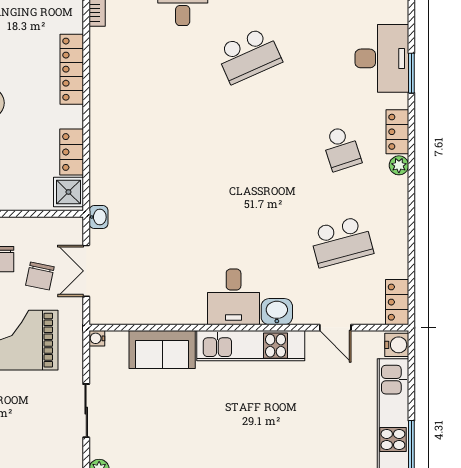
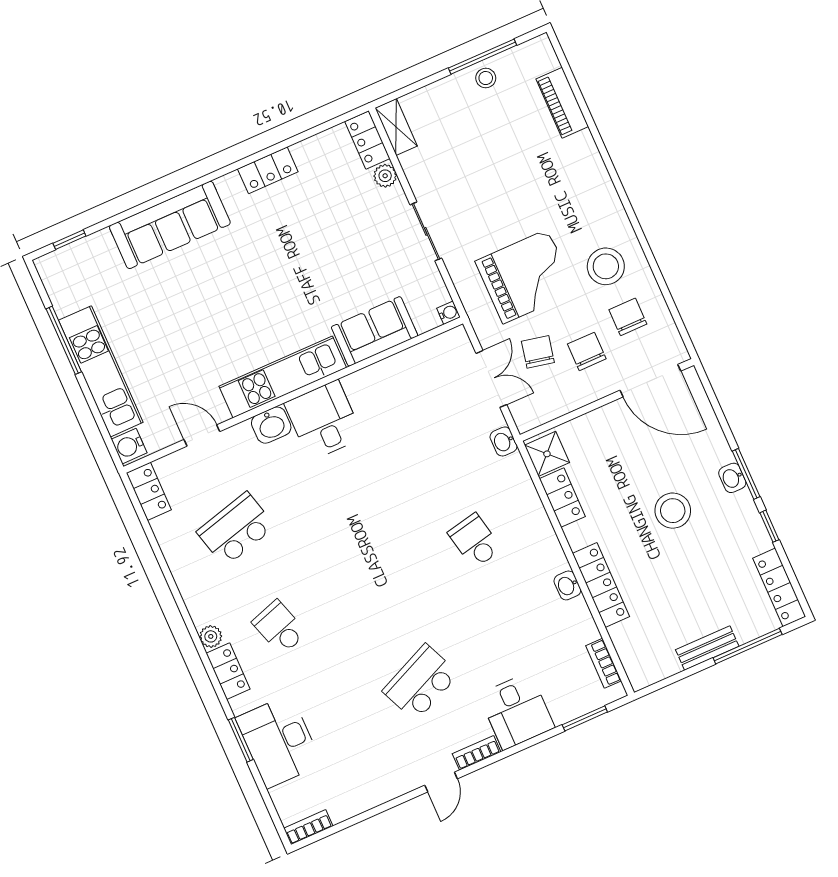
washbasin: (98, 81) -> (567, 585), added
school desk: (156, 148) -> (475, 541), added

